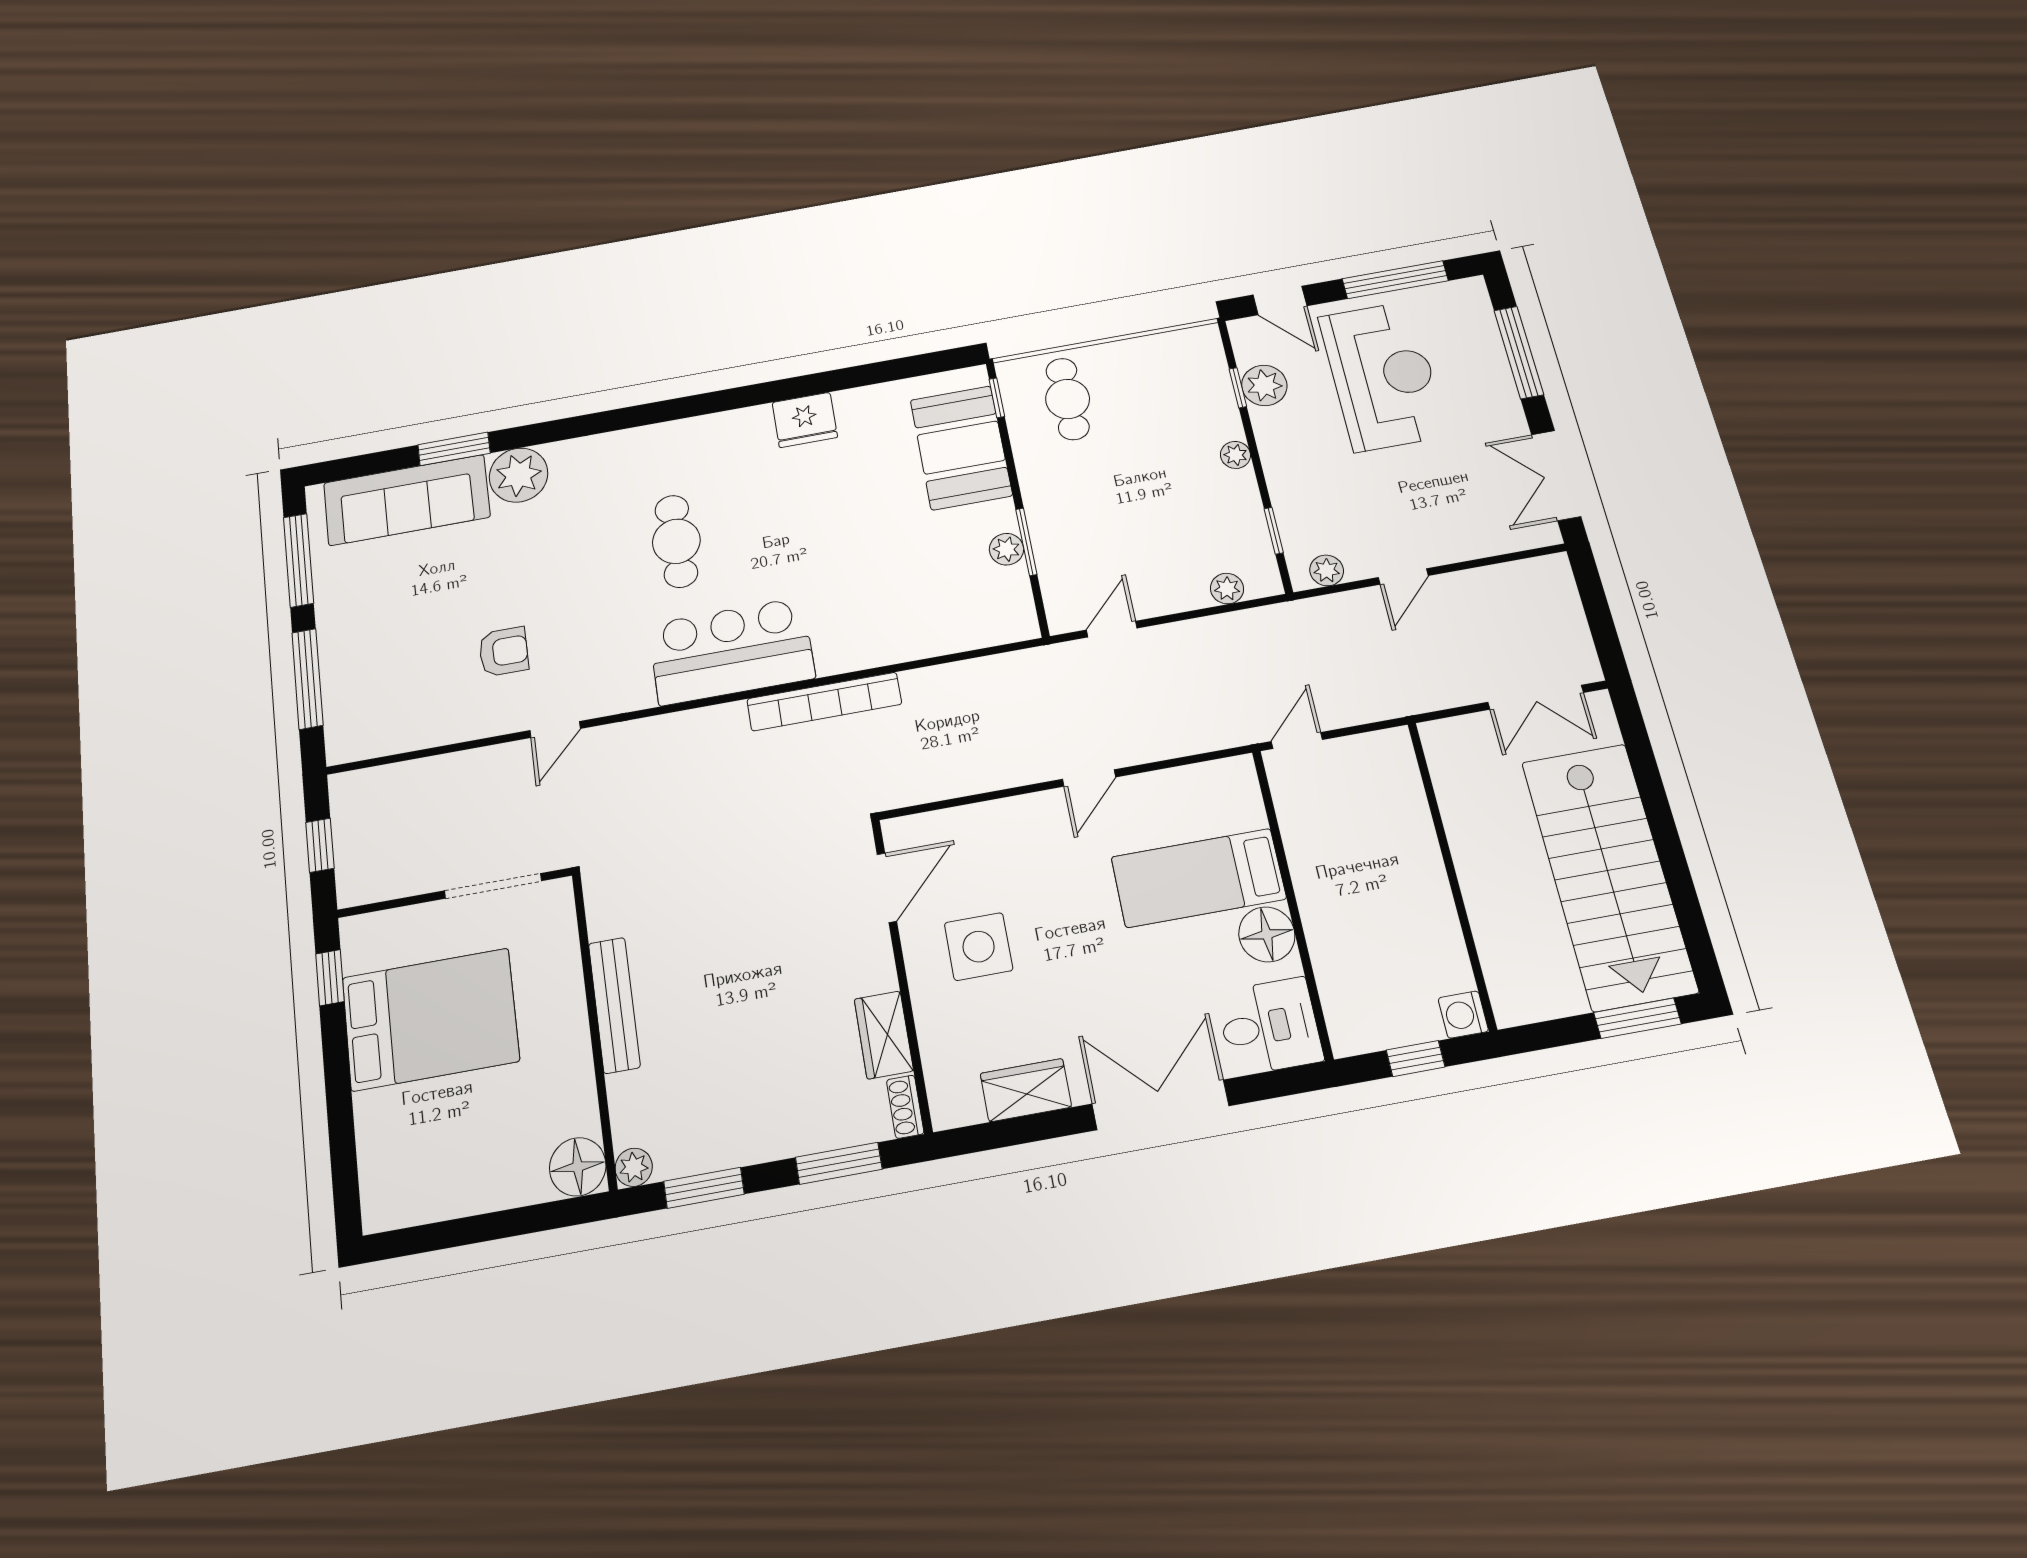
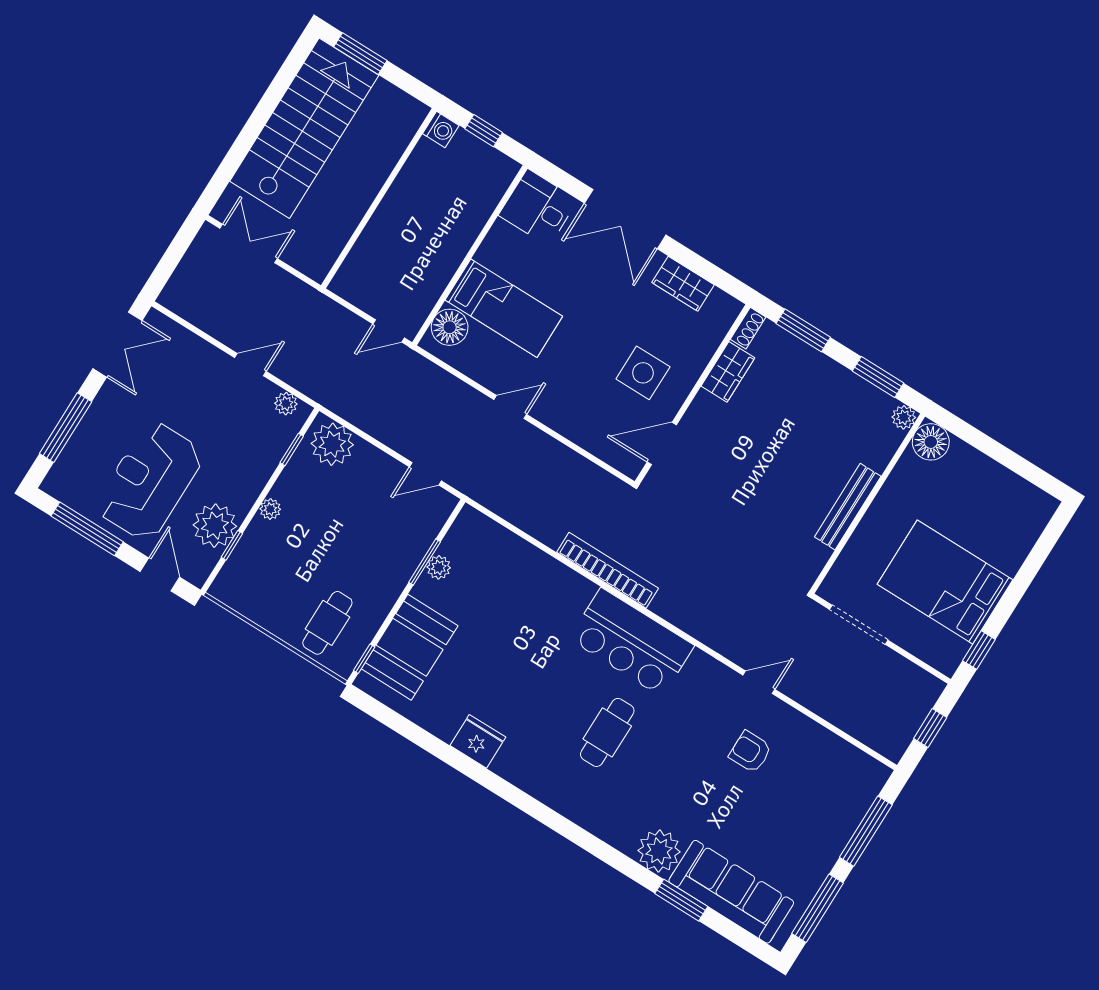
plant: (1264, 385) -> (215, 526), width x1.36, depth x1.36
plant: (1227, 589) -> (332, 444), width x1.88, depth x1.88
floor lamp: (1267, 934) -> (450, 327), moved

